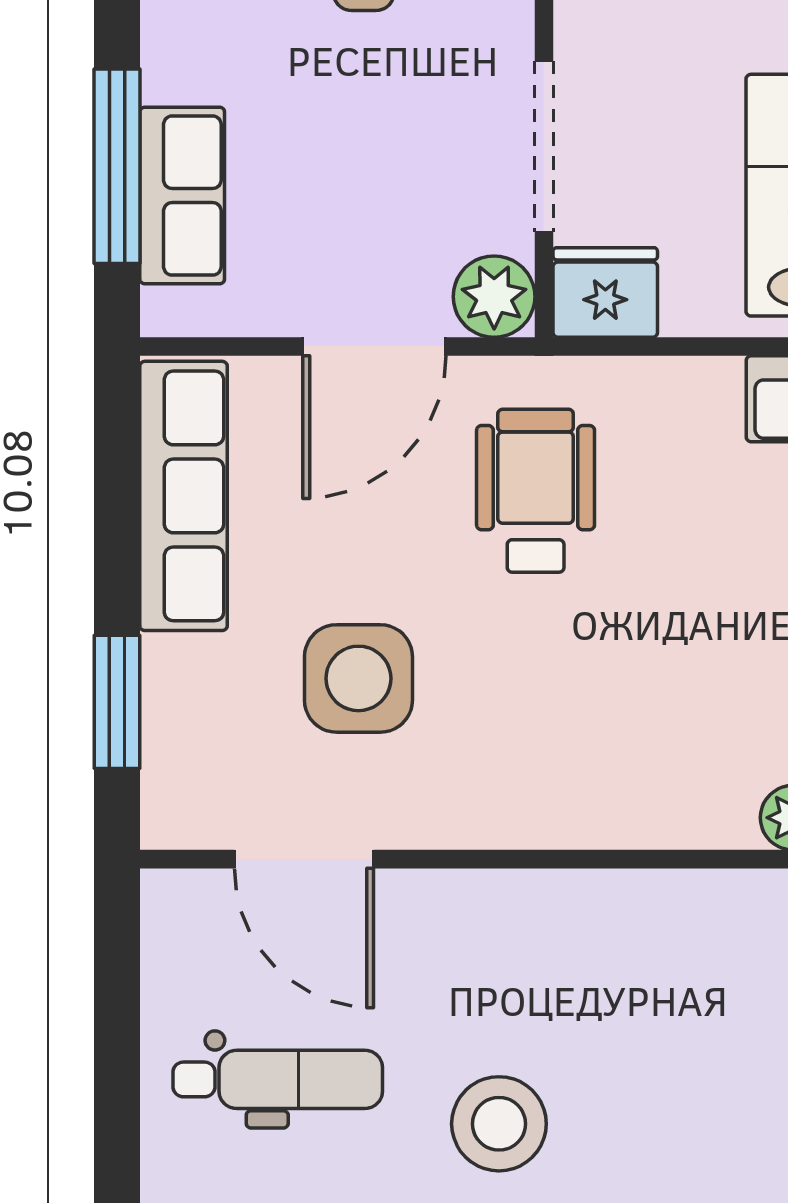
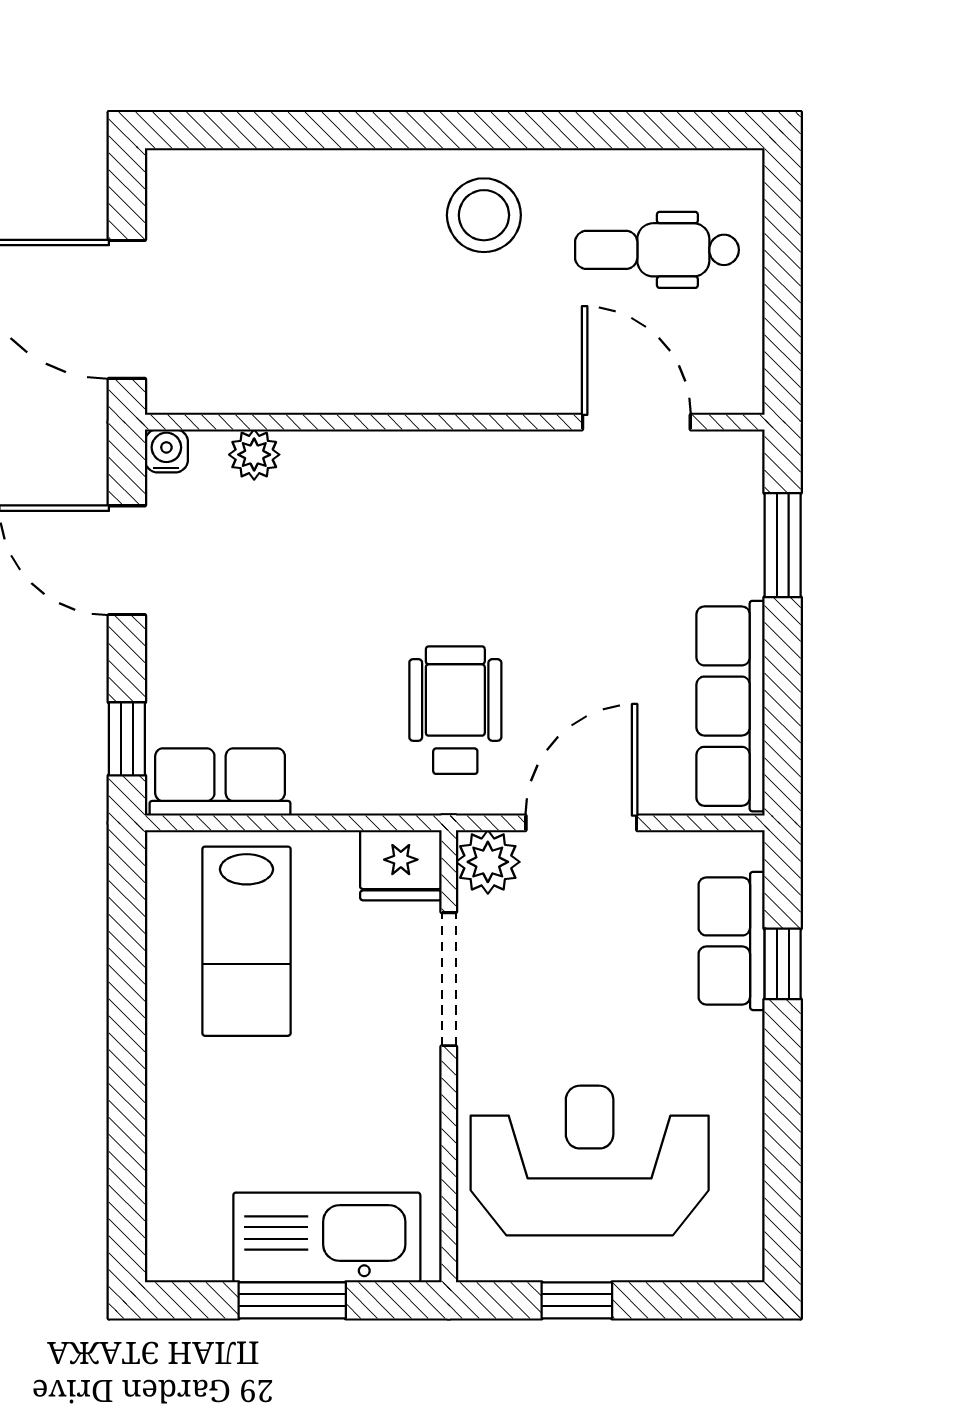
window: (117, 166) -> (783, 964), width x0.46
wheelchair: (536, 491) -> (455, 710), turned 180
side table: (358, 678) -> (594, 563), removed

